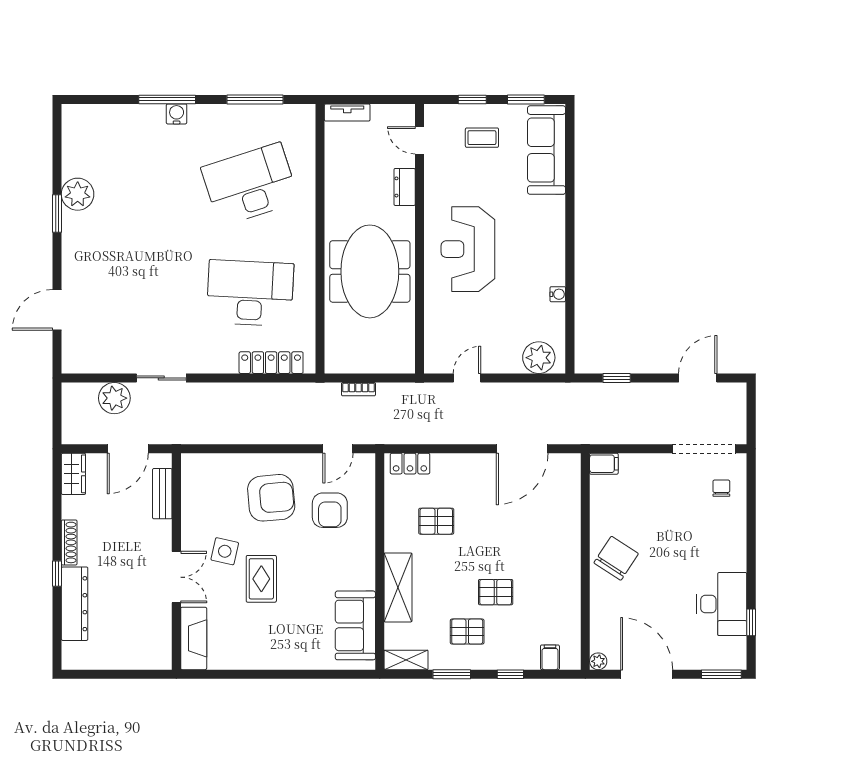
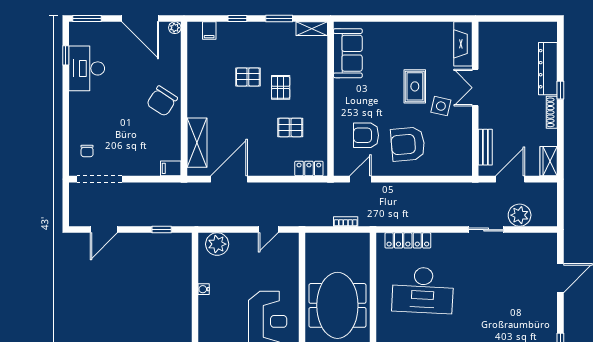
armchair: (330, 510) -> (366, 135), turned -90
shelving: (398, 587) -> (197, 143), moved
pallet: (467, 632) -> (281, 87), moved, turned 90

